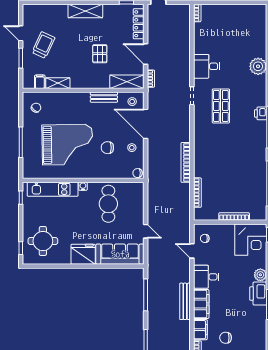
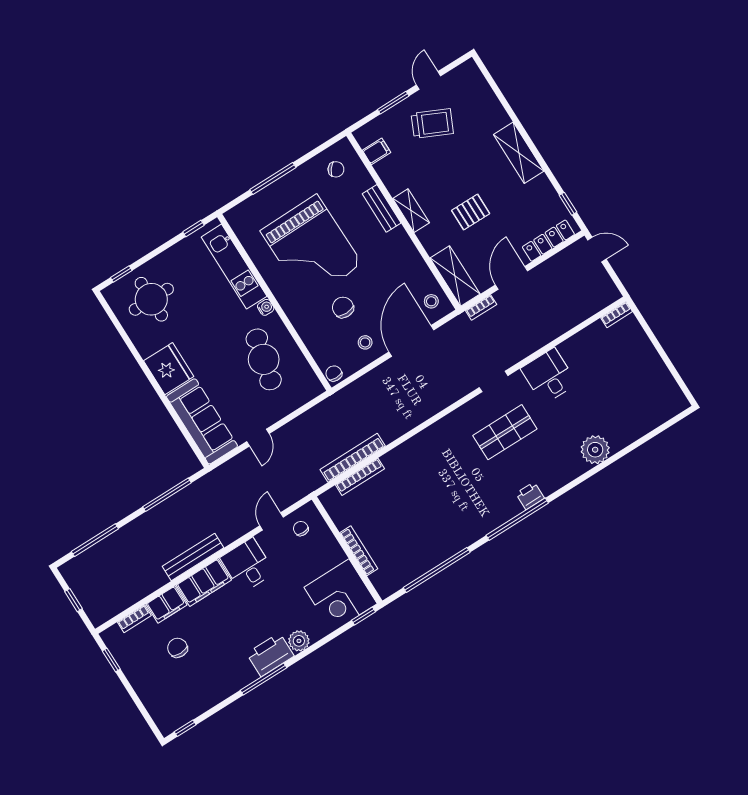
shelving: (58, 83) -> (411, 211), moved
bench: (104, 97) -> (382, 208), moved
bookcase: (186, 162) -> (353, 458), moved
cafe table: (108, 204) -> (264, 359), turned -76

